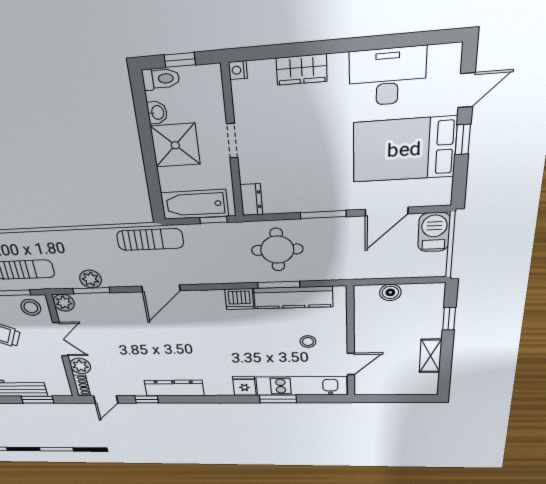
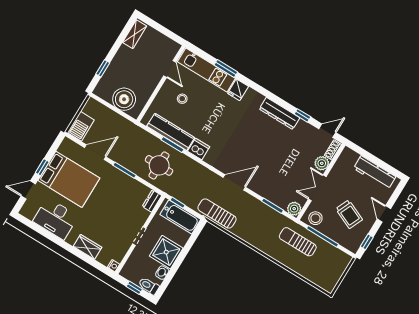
plant: (91, 279) -> (267, 213), removed
boiler: (390, 292) -> (124, 99), width x1.86, depth x1.86
shelving: (430, 356) -> (135, 34), moved
door: (351, 364) -> (170, 69), swing flipped
window: (38, 400) -> (370, 157), removed

